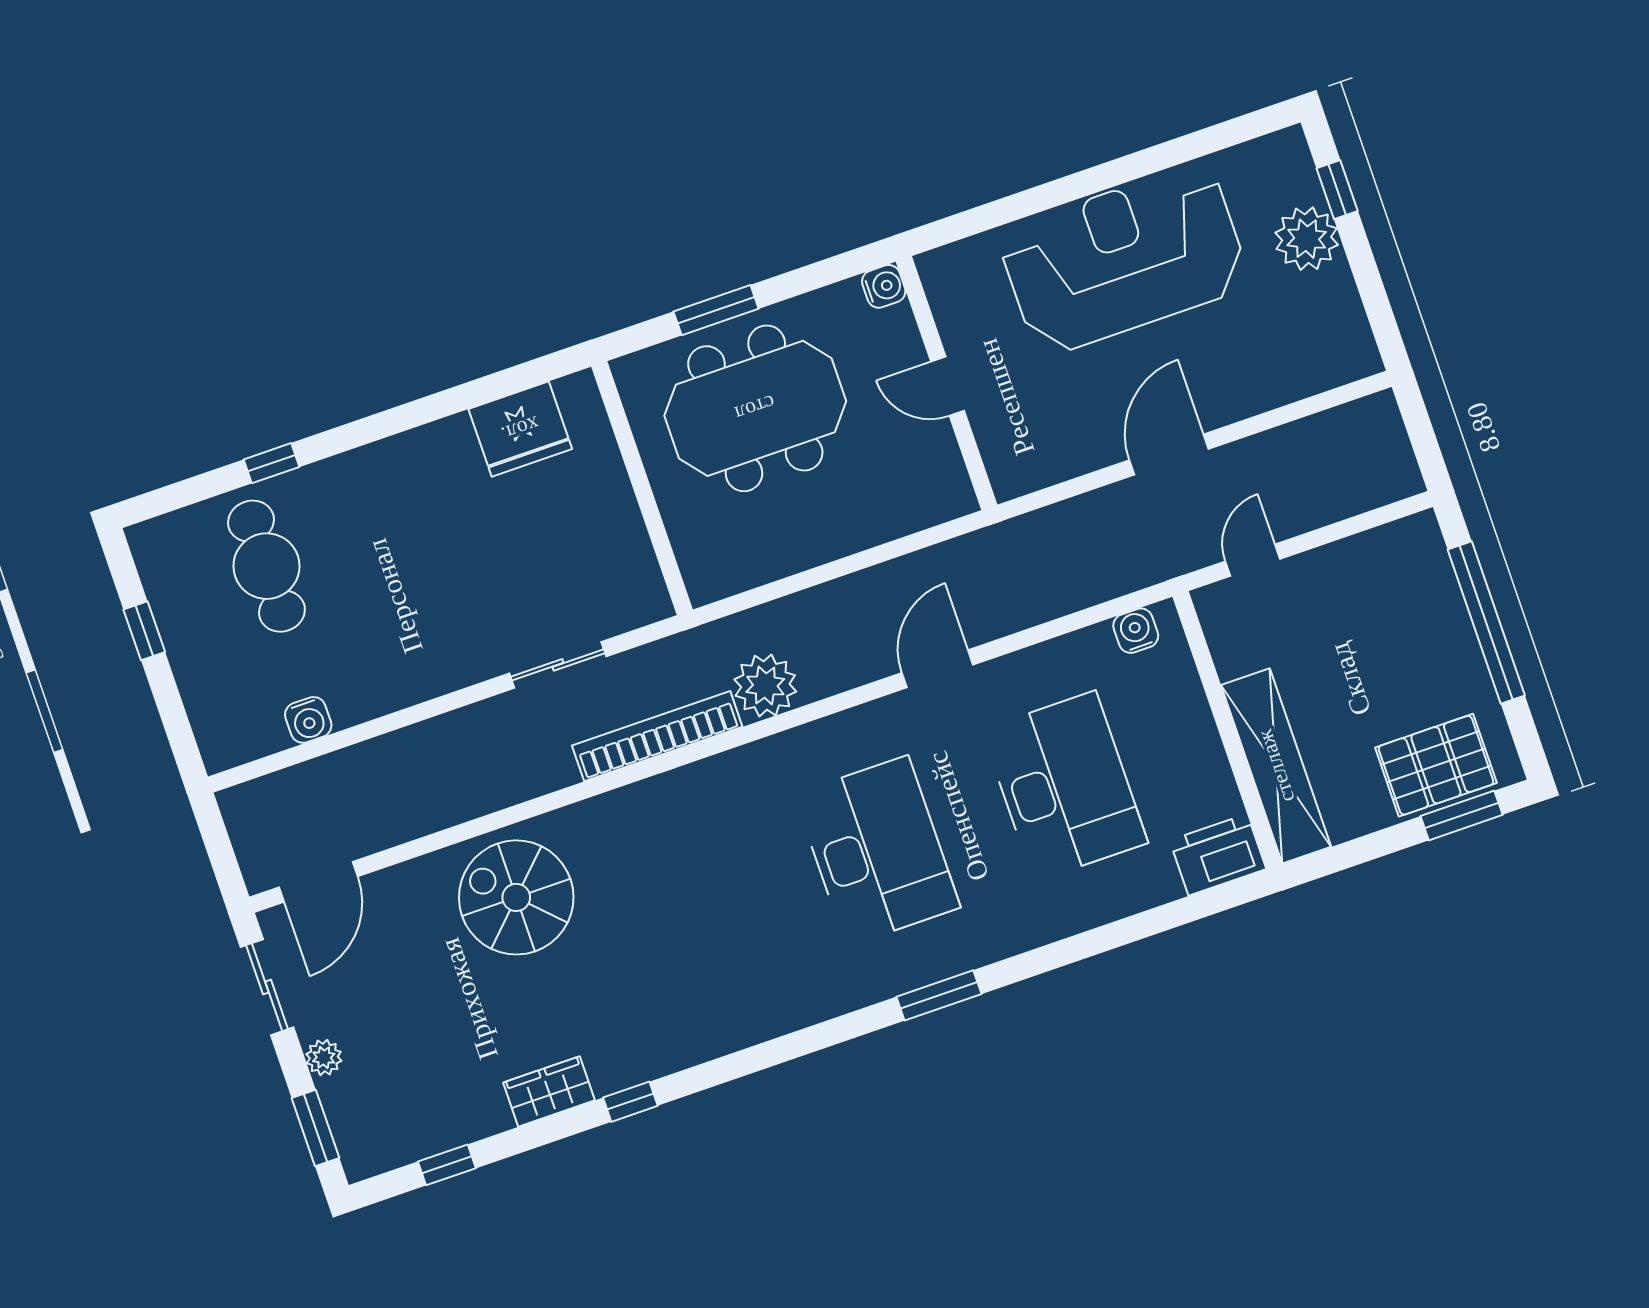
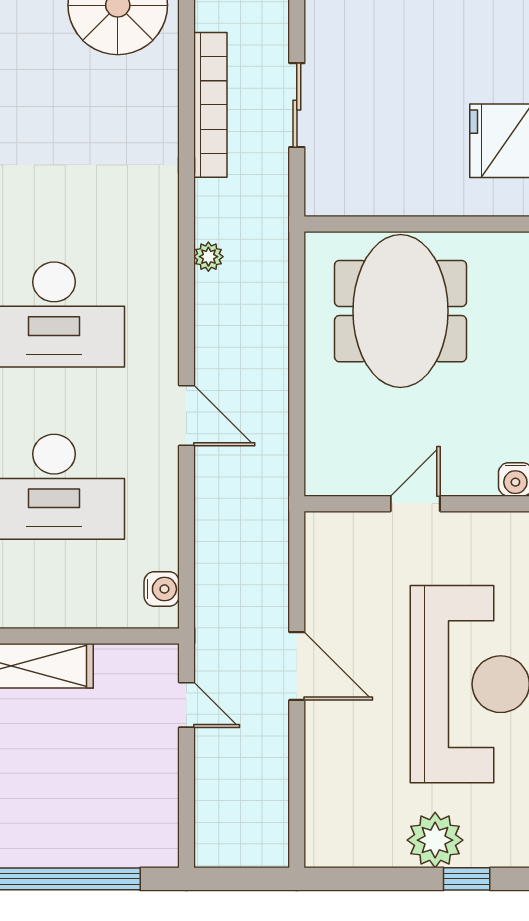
meeting table: (755, 408) -> (400, 311), moved
plant: (765, 686) -> (208, 257), width x0.53, depth x0.53
bookcase: (657, 736) -> (210, 105), moved

